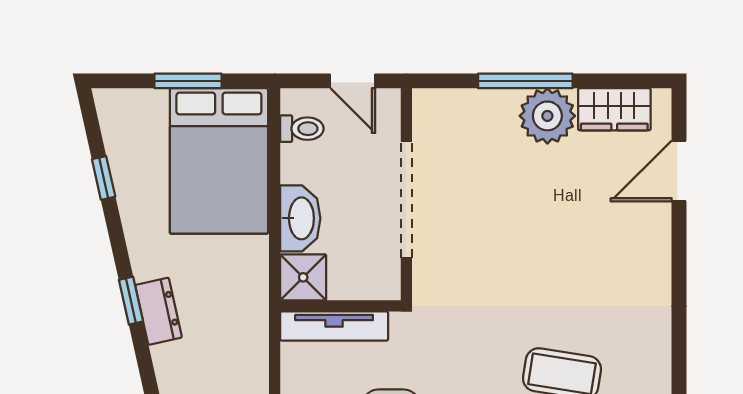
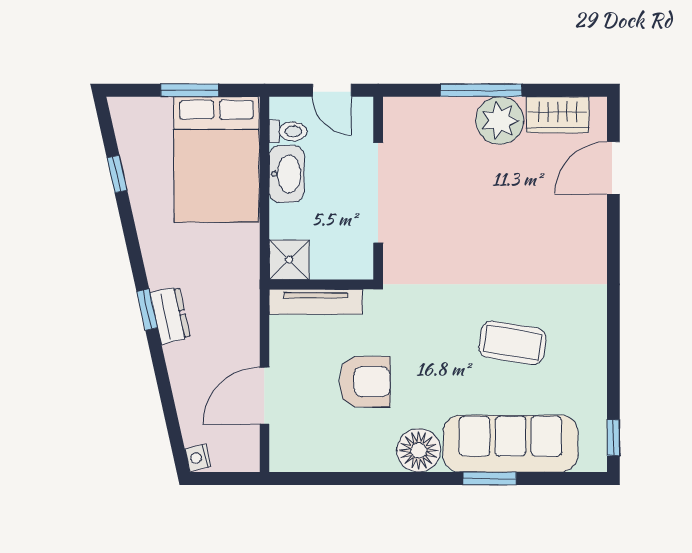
washbasin: (300, 218) -> (287, 174), moved
window: (131, 301) -> (147, 310), moved
dresser: (158, 311) -> (170, 315), moved

